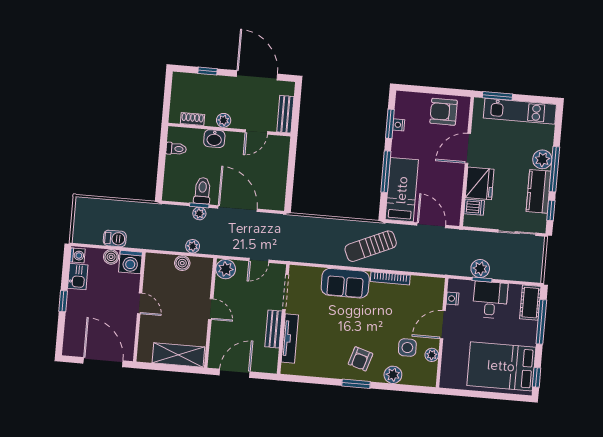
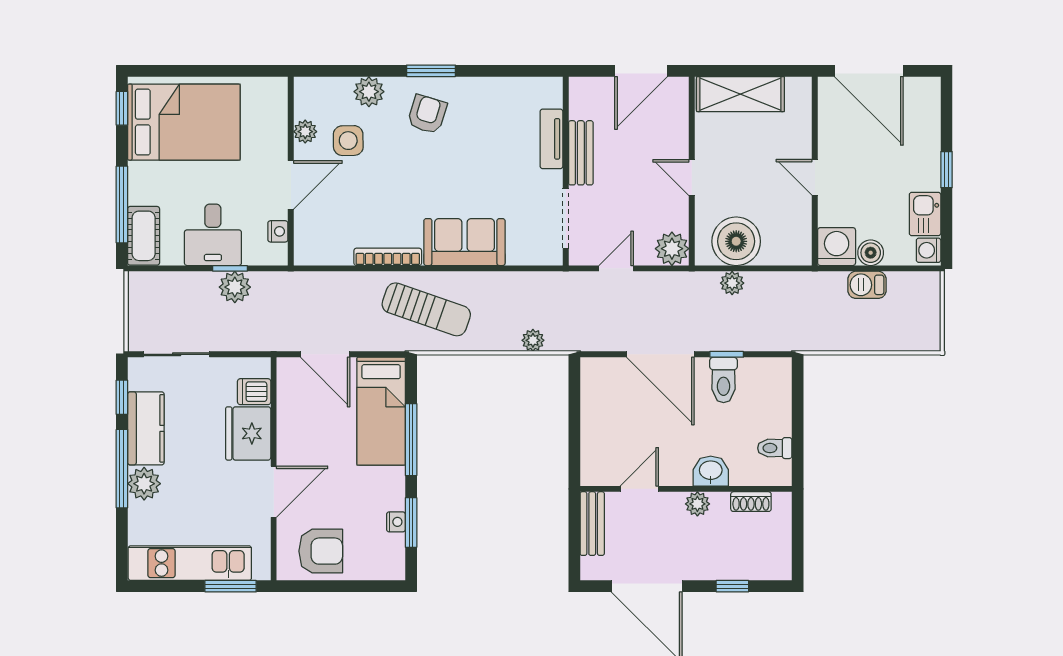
plant: (199, 213) -> (533, 340), moved
sun lounger: (371, 246) -> (426, 309), turned 43
boiler: (182, 263) -> (736, 241), width x1.86, depth x1.86
tv unit: (290, 338) -> (551, 139), width x0.71

